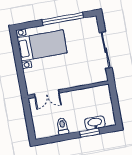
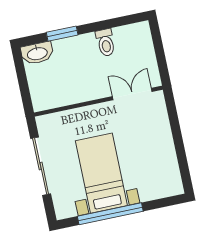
bed with nightstands: (42, 45) -> (101, 173), moved, turned 90
washbasin: (95, 123) -> (37, 53), moved

